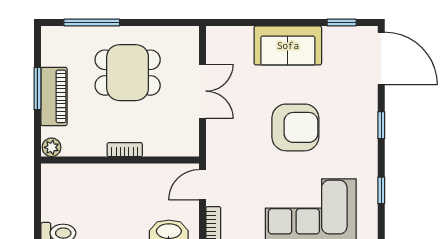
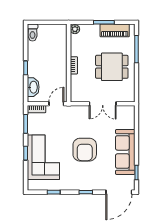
sofa: (288, 45) -> (125, 152), width x1.36
dining table: (128, 73) -> (112, 67), turned 90
piano: (54, 96) -> (115, 30), moved
door: (202, 185) -> (56, 104), hinge flipped

